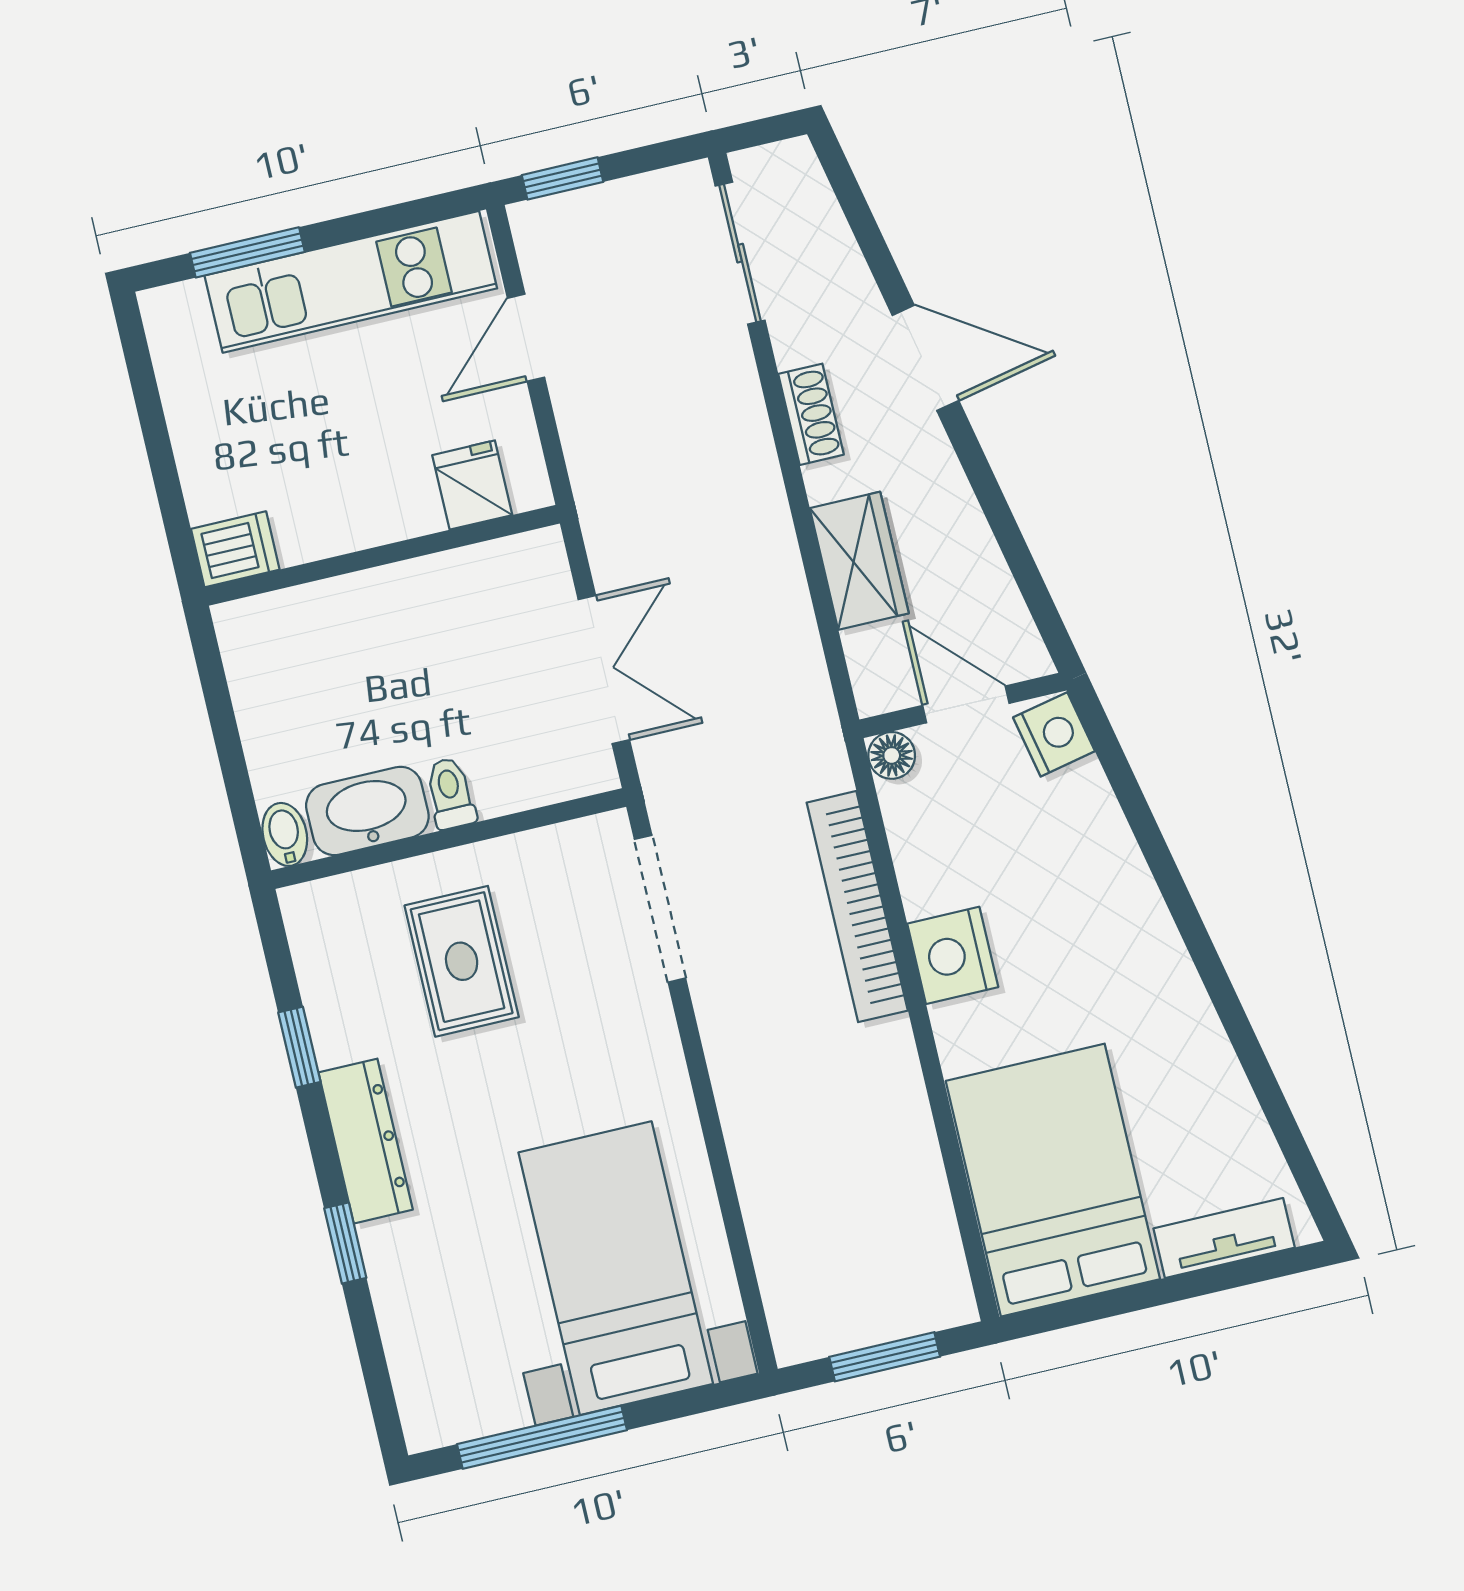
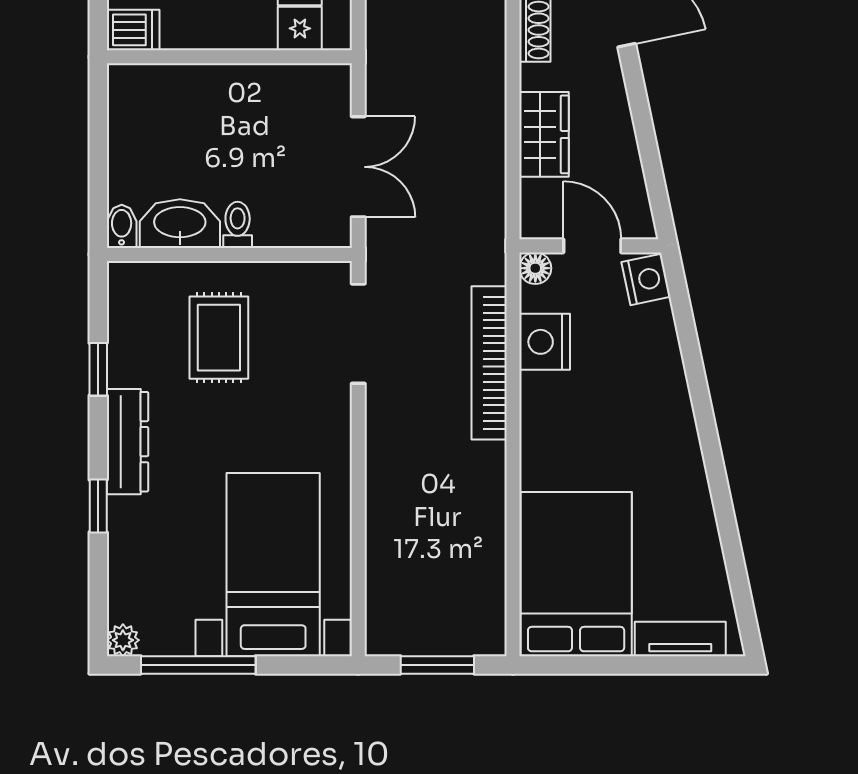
nightstand: (953, 955) -> (545, 342), moved
plant: (426, 1427) -> (123, 640), added

